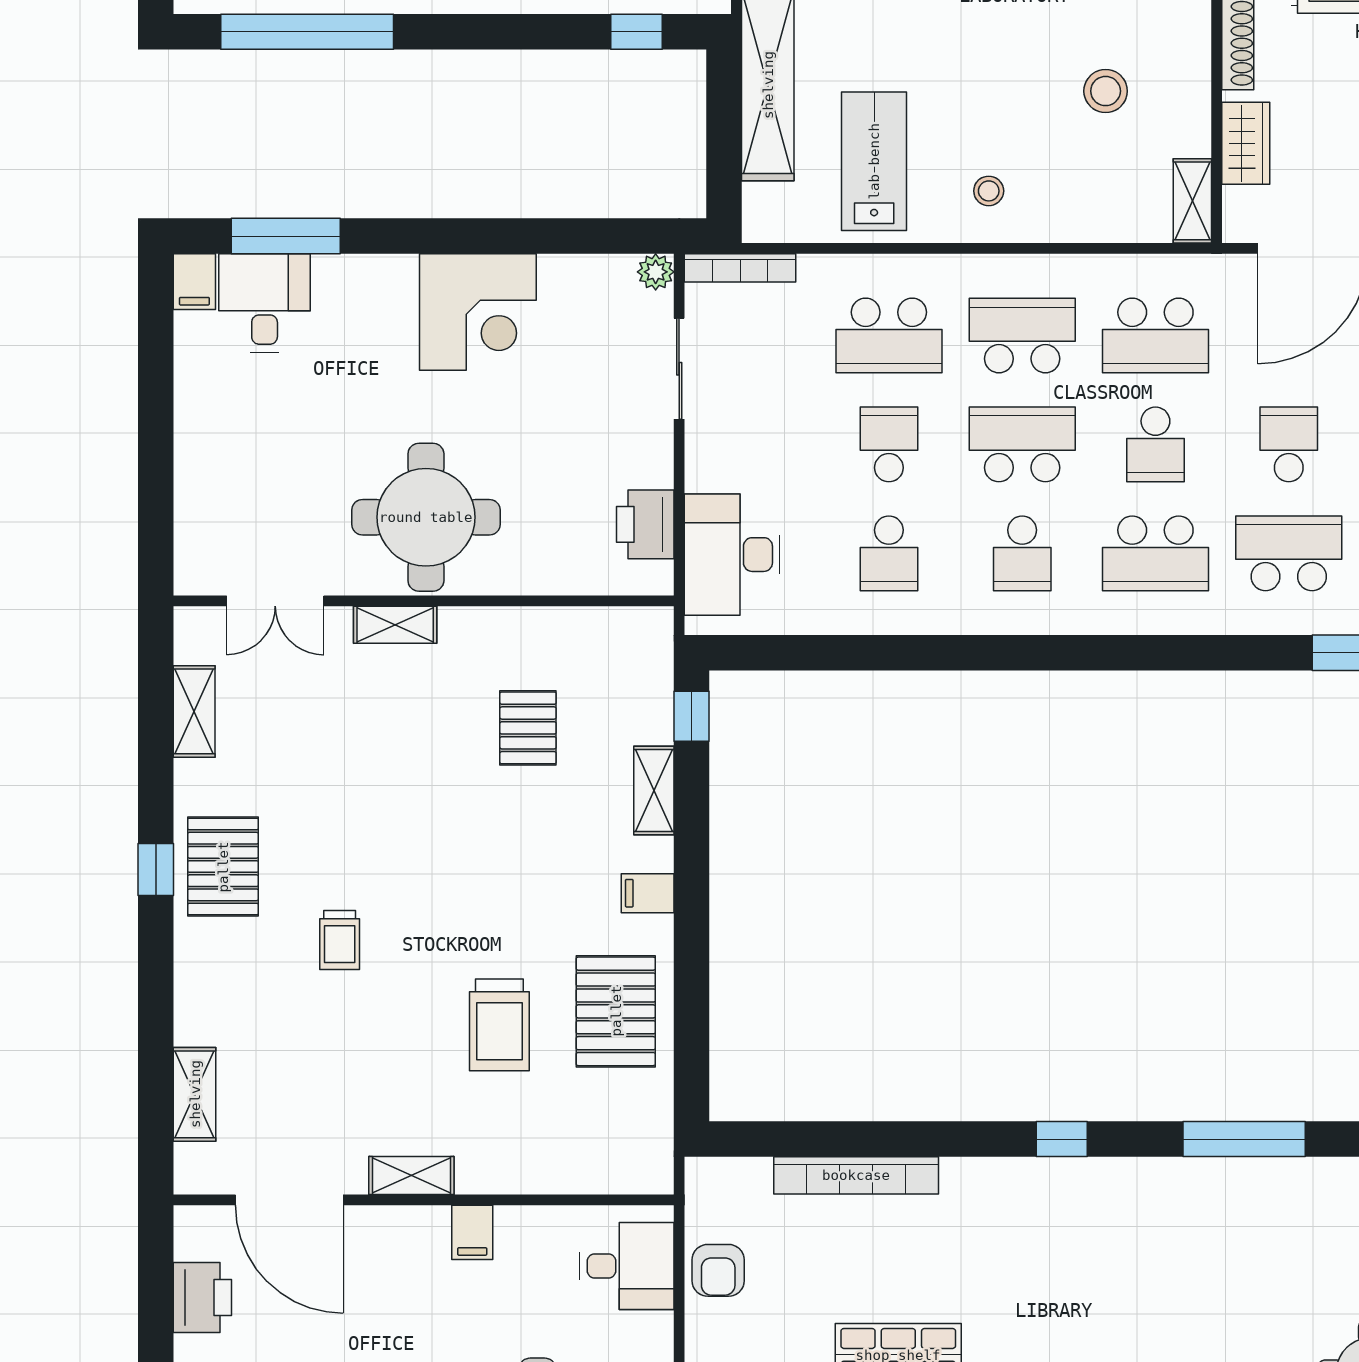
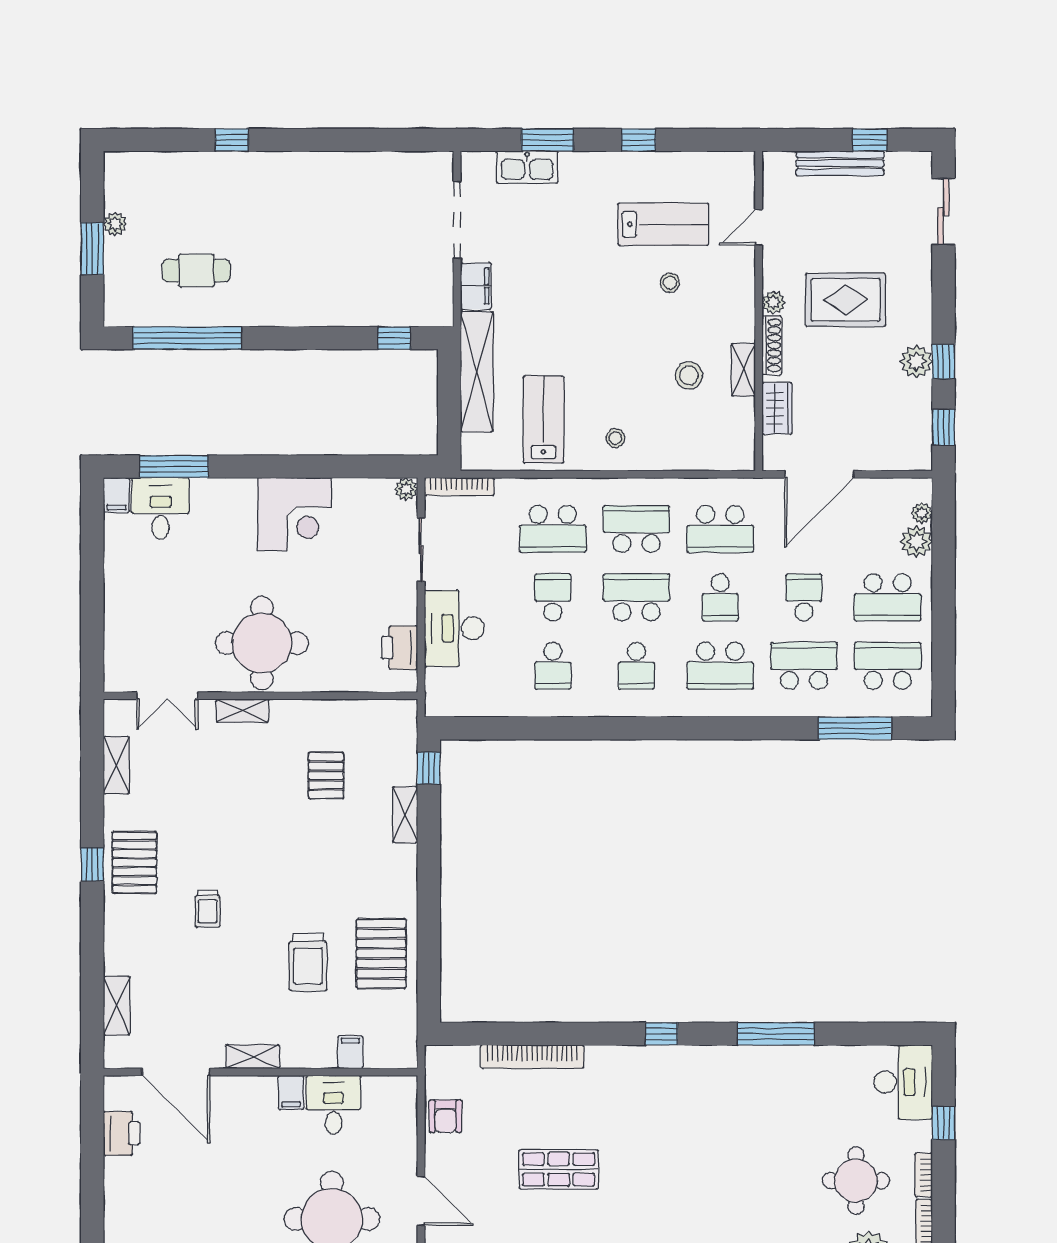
shelving: (1192, 201) -> (743, 370), moved
desk: (732, 555) -> (454, 628), moved
filing cabinet: (648, 893) -> (350, 1052), moved, turned 90
desk: (627, 1266) -> (333, 1105), moved, turned -90

